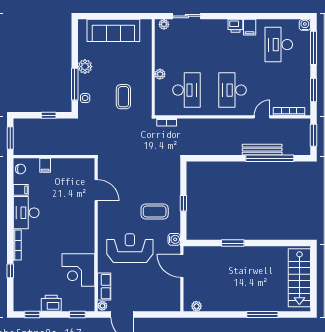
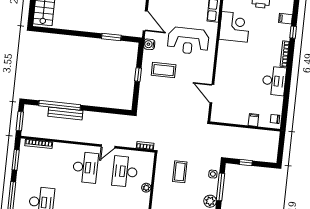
door: (262, 117) -> (108, 146), moved
window: (10, 138) -> (281, 146), removed
filing cabinet: (21, 190) -> (285, 19), moved
window: (233, 243) -> (111, 37), moved

